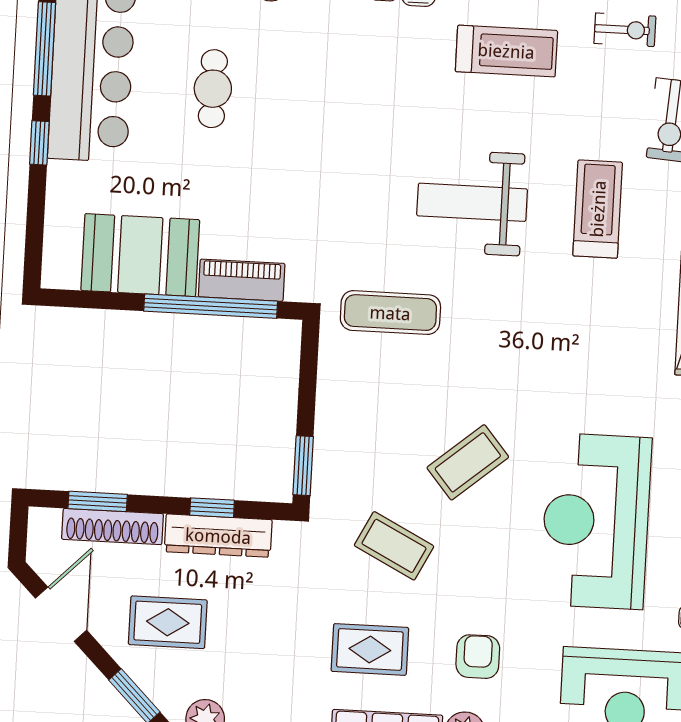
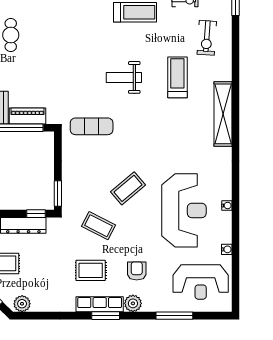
weight bench: (472, 202) -> (124, 77), width x0.73, depth x0.75
window: (212, 508) -> (36, 214), moved
reception desk: (596, 521) -> (184, 210), turned 180

